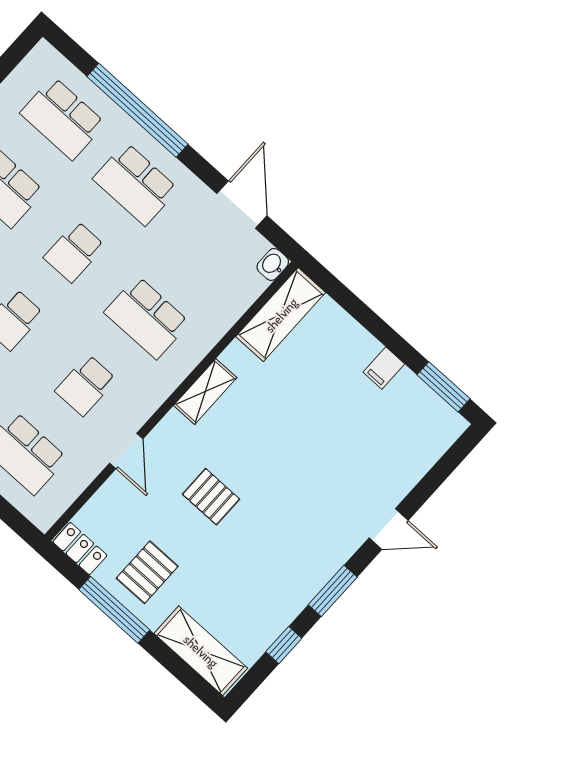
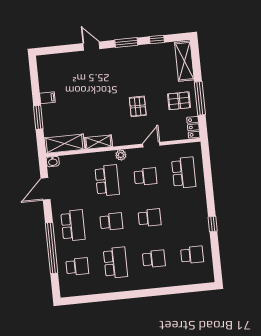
school desk: (63, 118) -> (77, 267), width x0.54
plant: (163, 384) -> (121, 155), added
window: (443, 387) -> (38, 117), moved
shelving: (205, 392) -> (98, 142), moved

